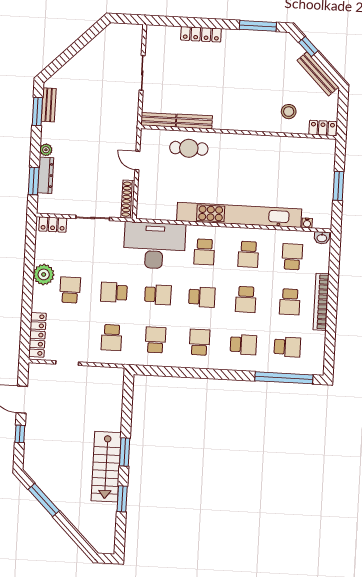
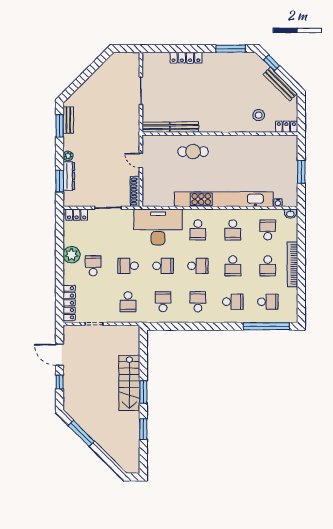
cafe table: (189, 148) -> (193, 152), moved
stairs: (106, 467) -> (129, 383), moved

